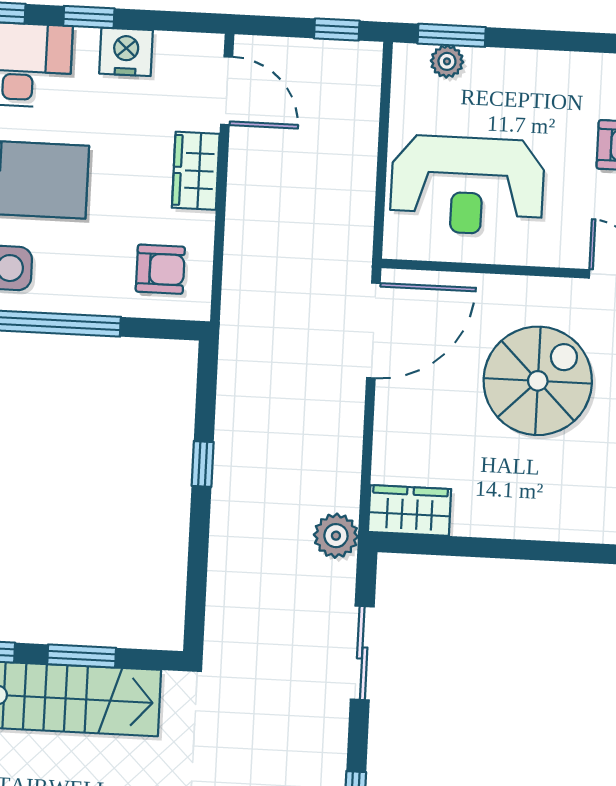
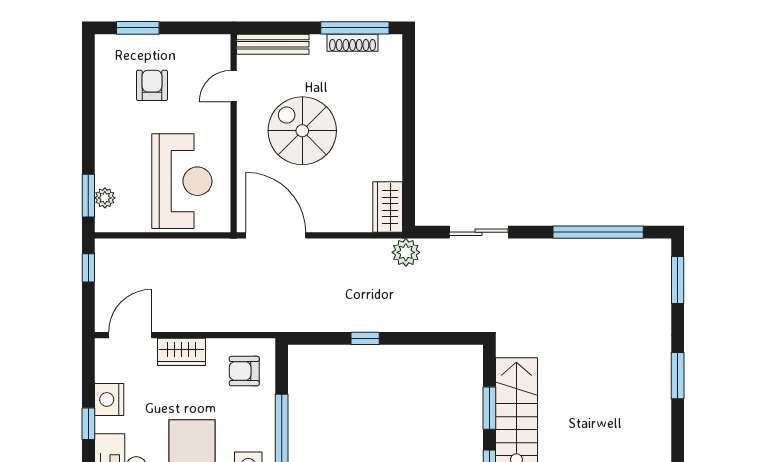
armchair: (160, 269) -> (244, 371), turned -90

